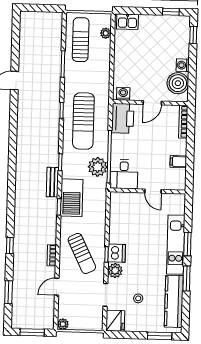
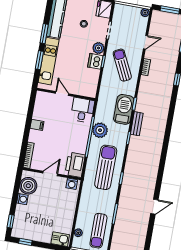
desk: (124, 174) -> (83, 110), moved
wall: (148, 191) -> (66, 94), moved
door: (153, 191) -> (62, 94), moved

